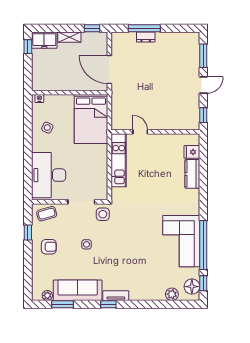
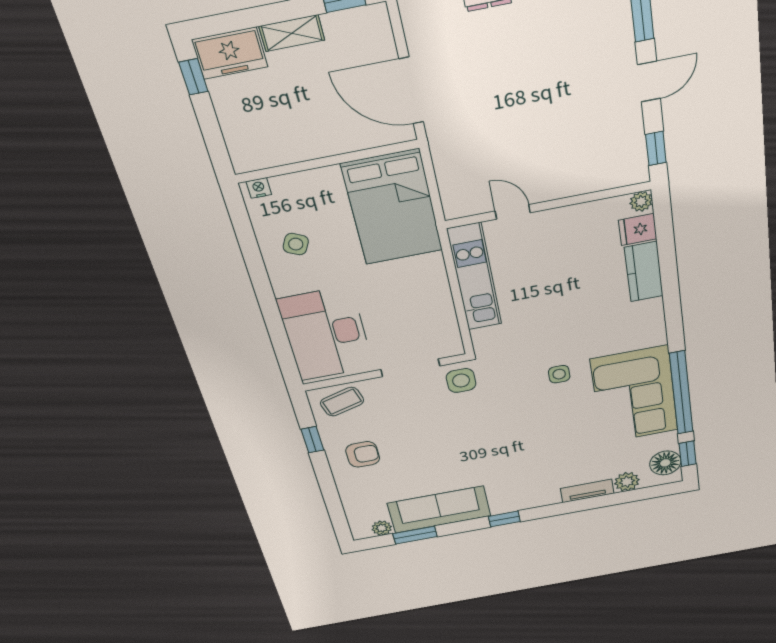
plant: (195, 139) -> (641, 202), added
side table: (87, 244) -> (559, 374), moved
tv unit: (116, 296) -> (587, 491), moved

